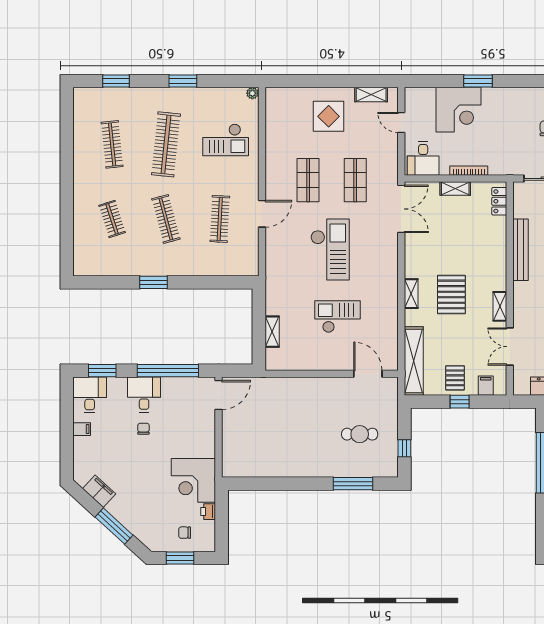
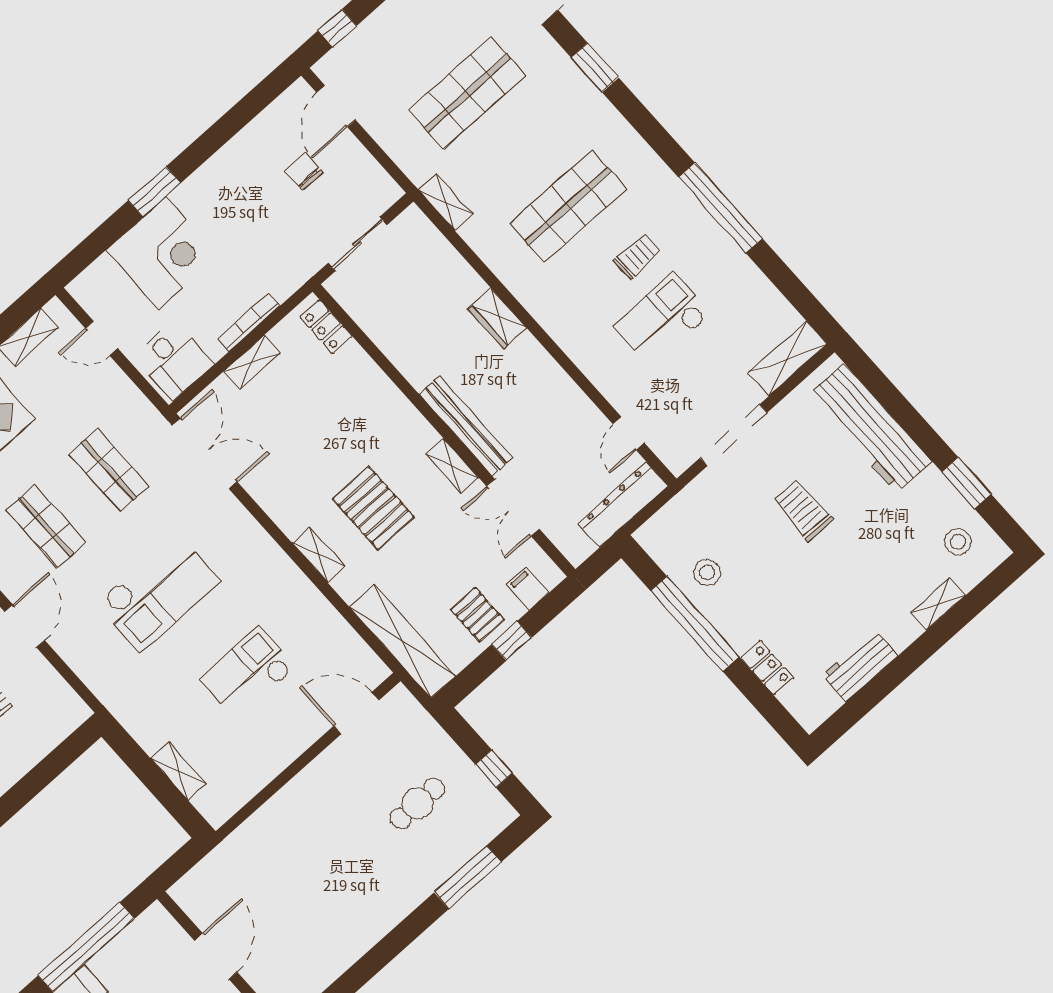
checkout: (330, 249) -> (158, 593), turned 90
bench: (521, 250) -> (466, 426), moved
door: (219, 395) -> (216, 956), moved

